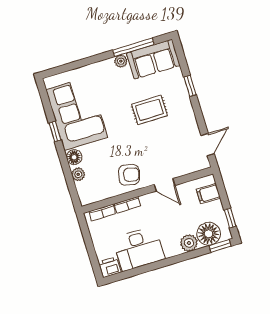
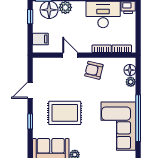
rug: (149, 110) -> (65, 113), width x1.36, depth x1.43
window: (55, 131) -> (138, 118), width x3.17
door: (208, 145) -> (30, 90), moved
floor lamp: (74, 157) -> (130, 70), moved

